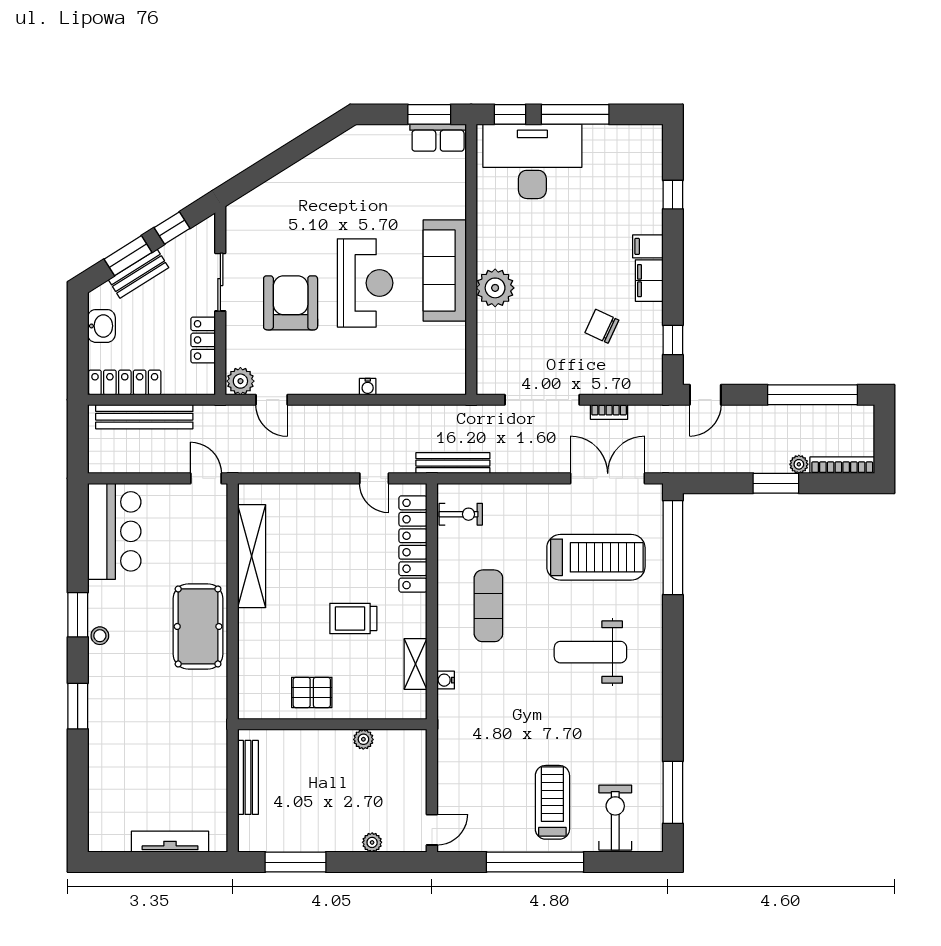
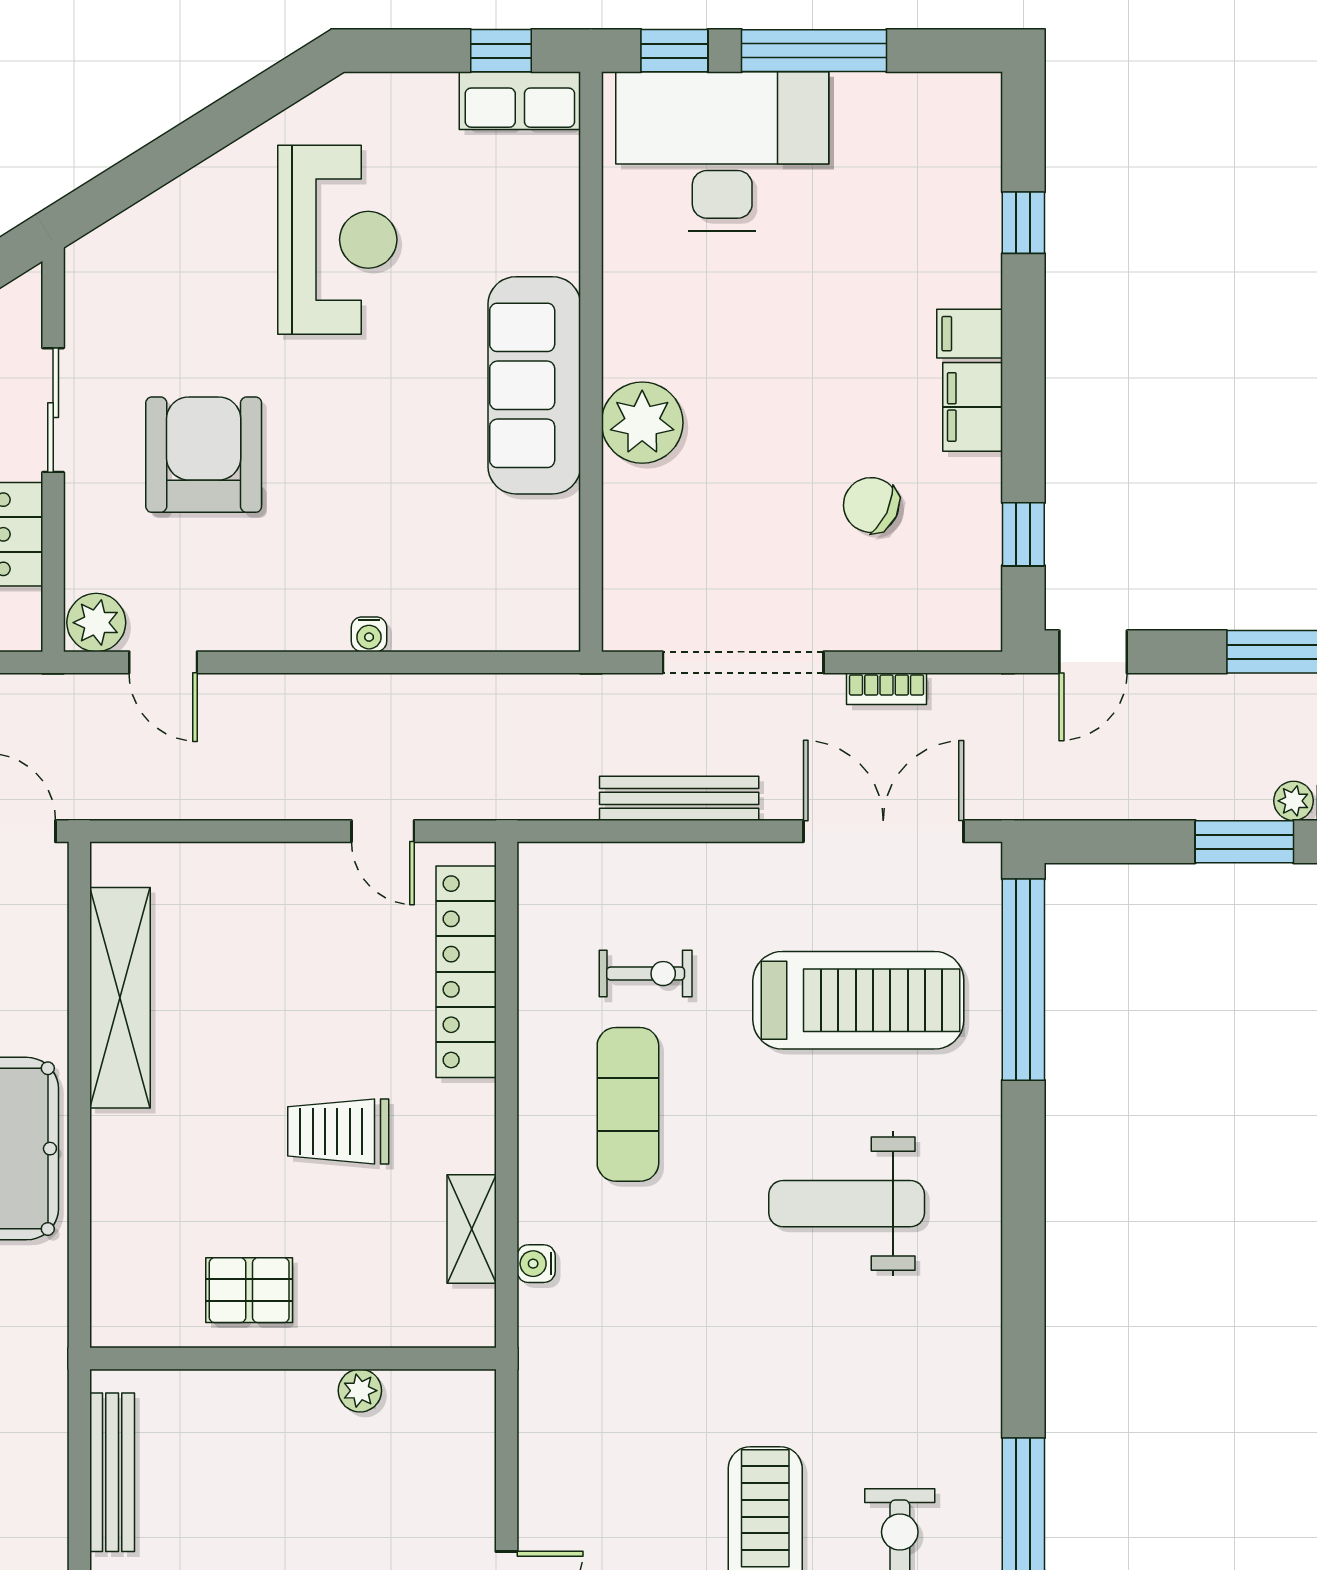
window: (429, 114) -> (501, 51), width x0.67
reception desk: (365, 283) -> (337, 240), moved
bench: (453, 463) -> (679, 798), moved
exercise bike: (461, 514) -> (646, 974), moved

